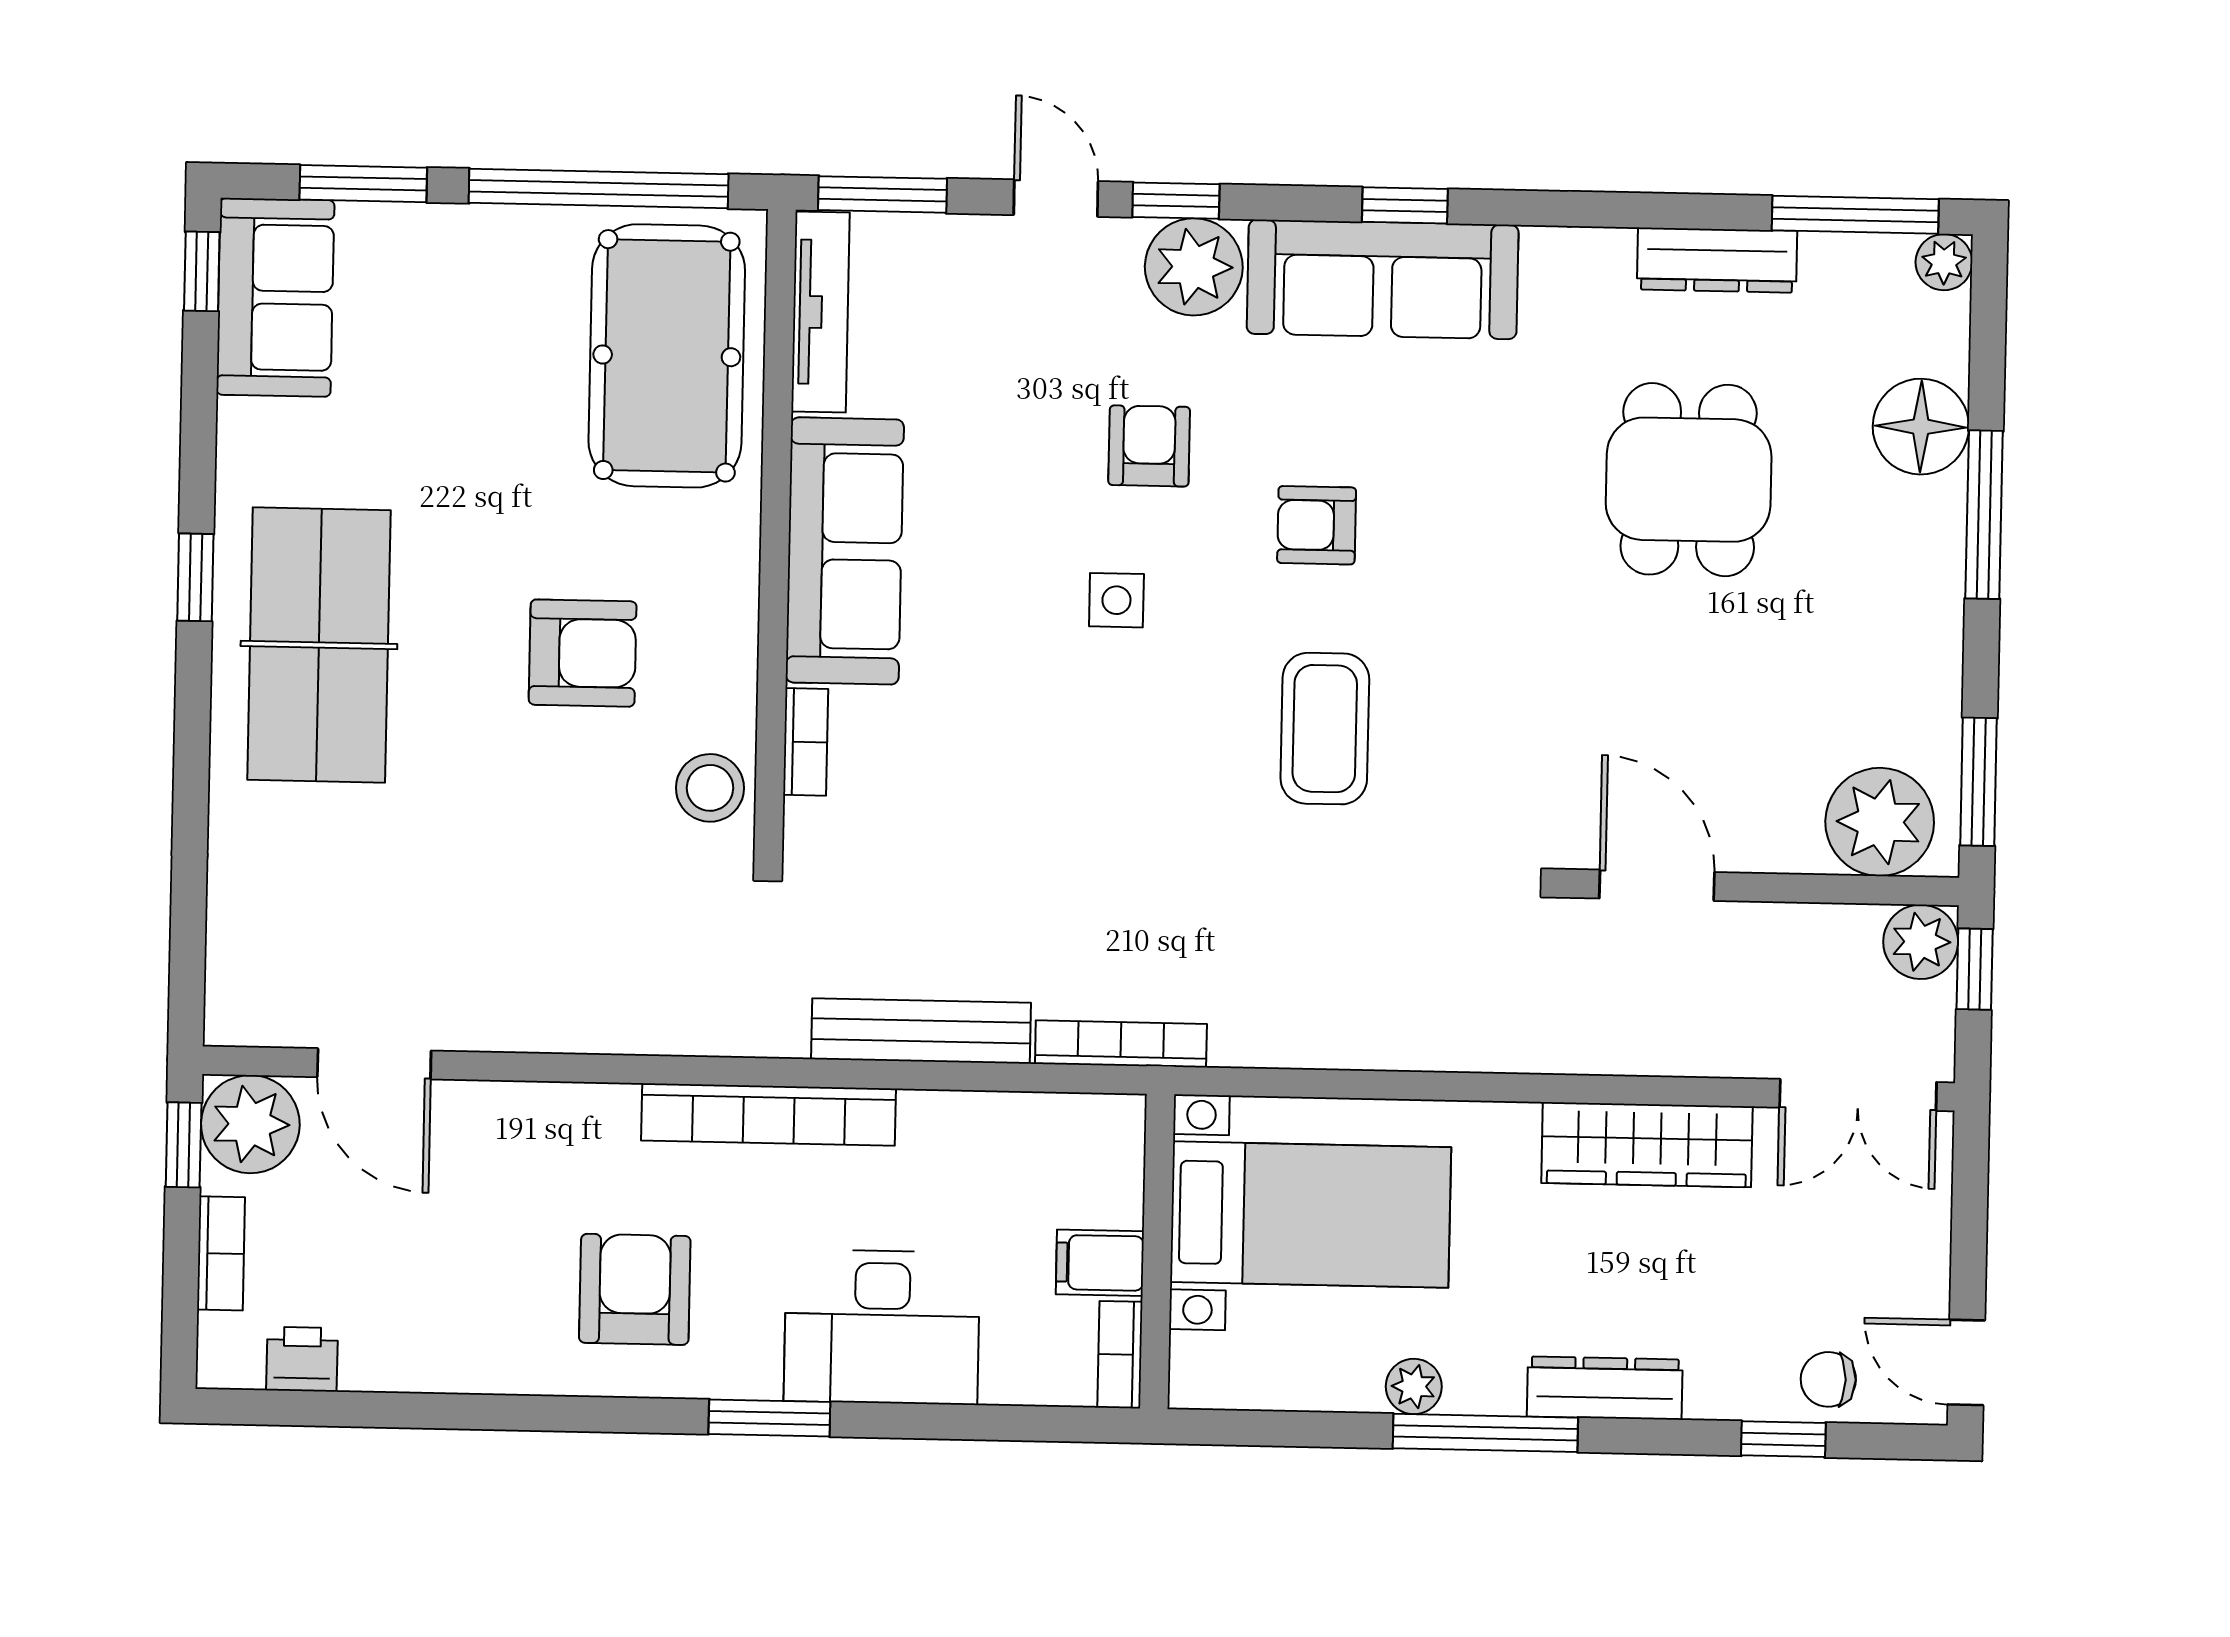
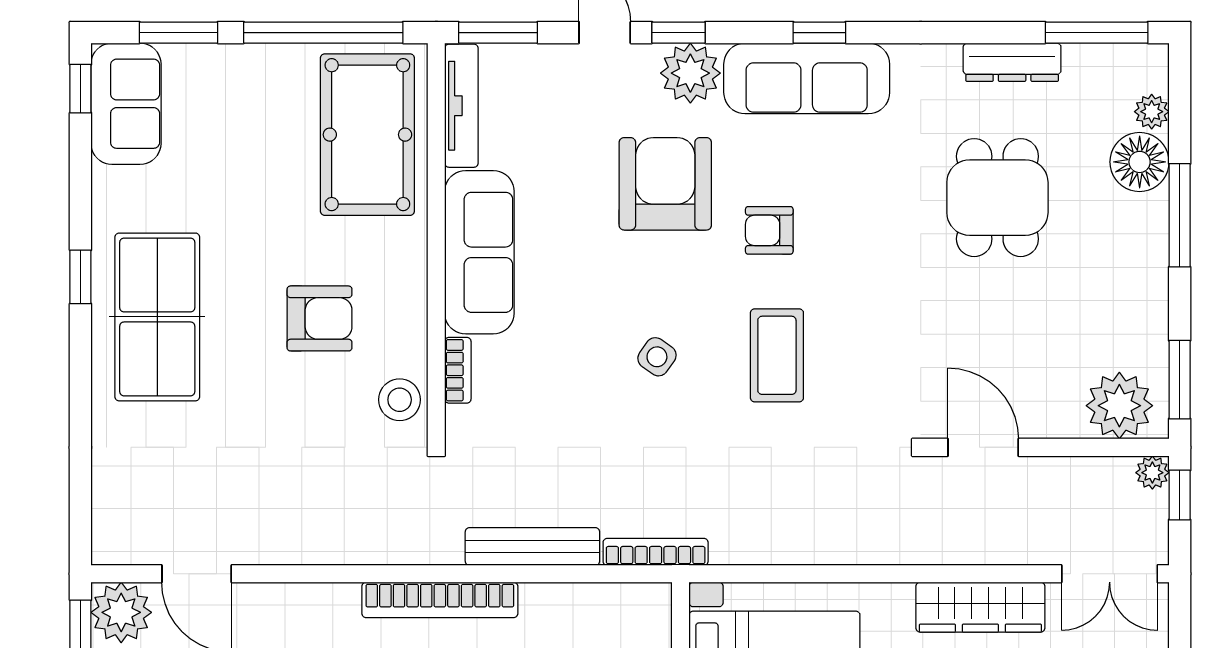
plant: (1944, 262) -> (1152, 112), moved
armchair: (1149, 446) -> (665, 184), width x1.88, depth x1.88
side table: (1116, 600) -> (657, 357), moved, turned 35
plant: (1921, 942) -> (1152, 473), width x0.73, depth x0.73

